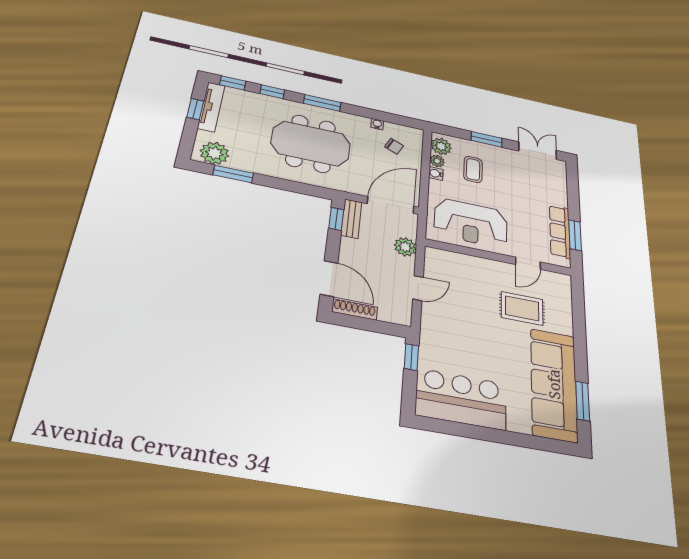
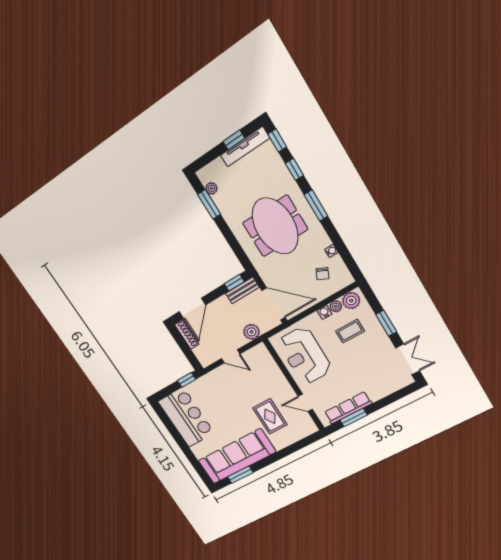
plant: (214, 153) -> (211, 188), width x0.53, depth x0.53

